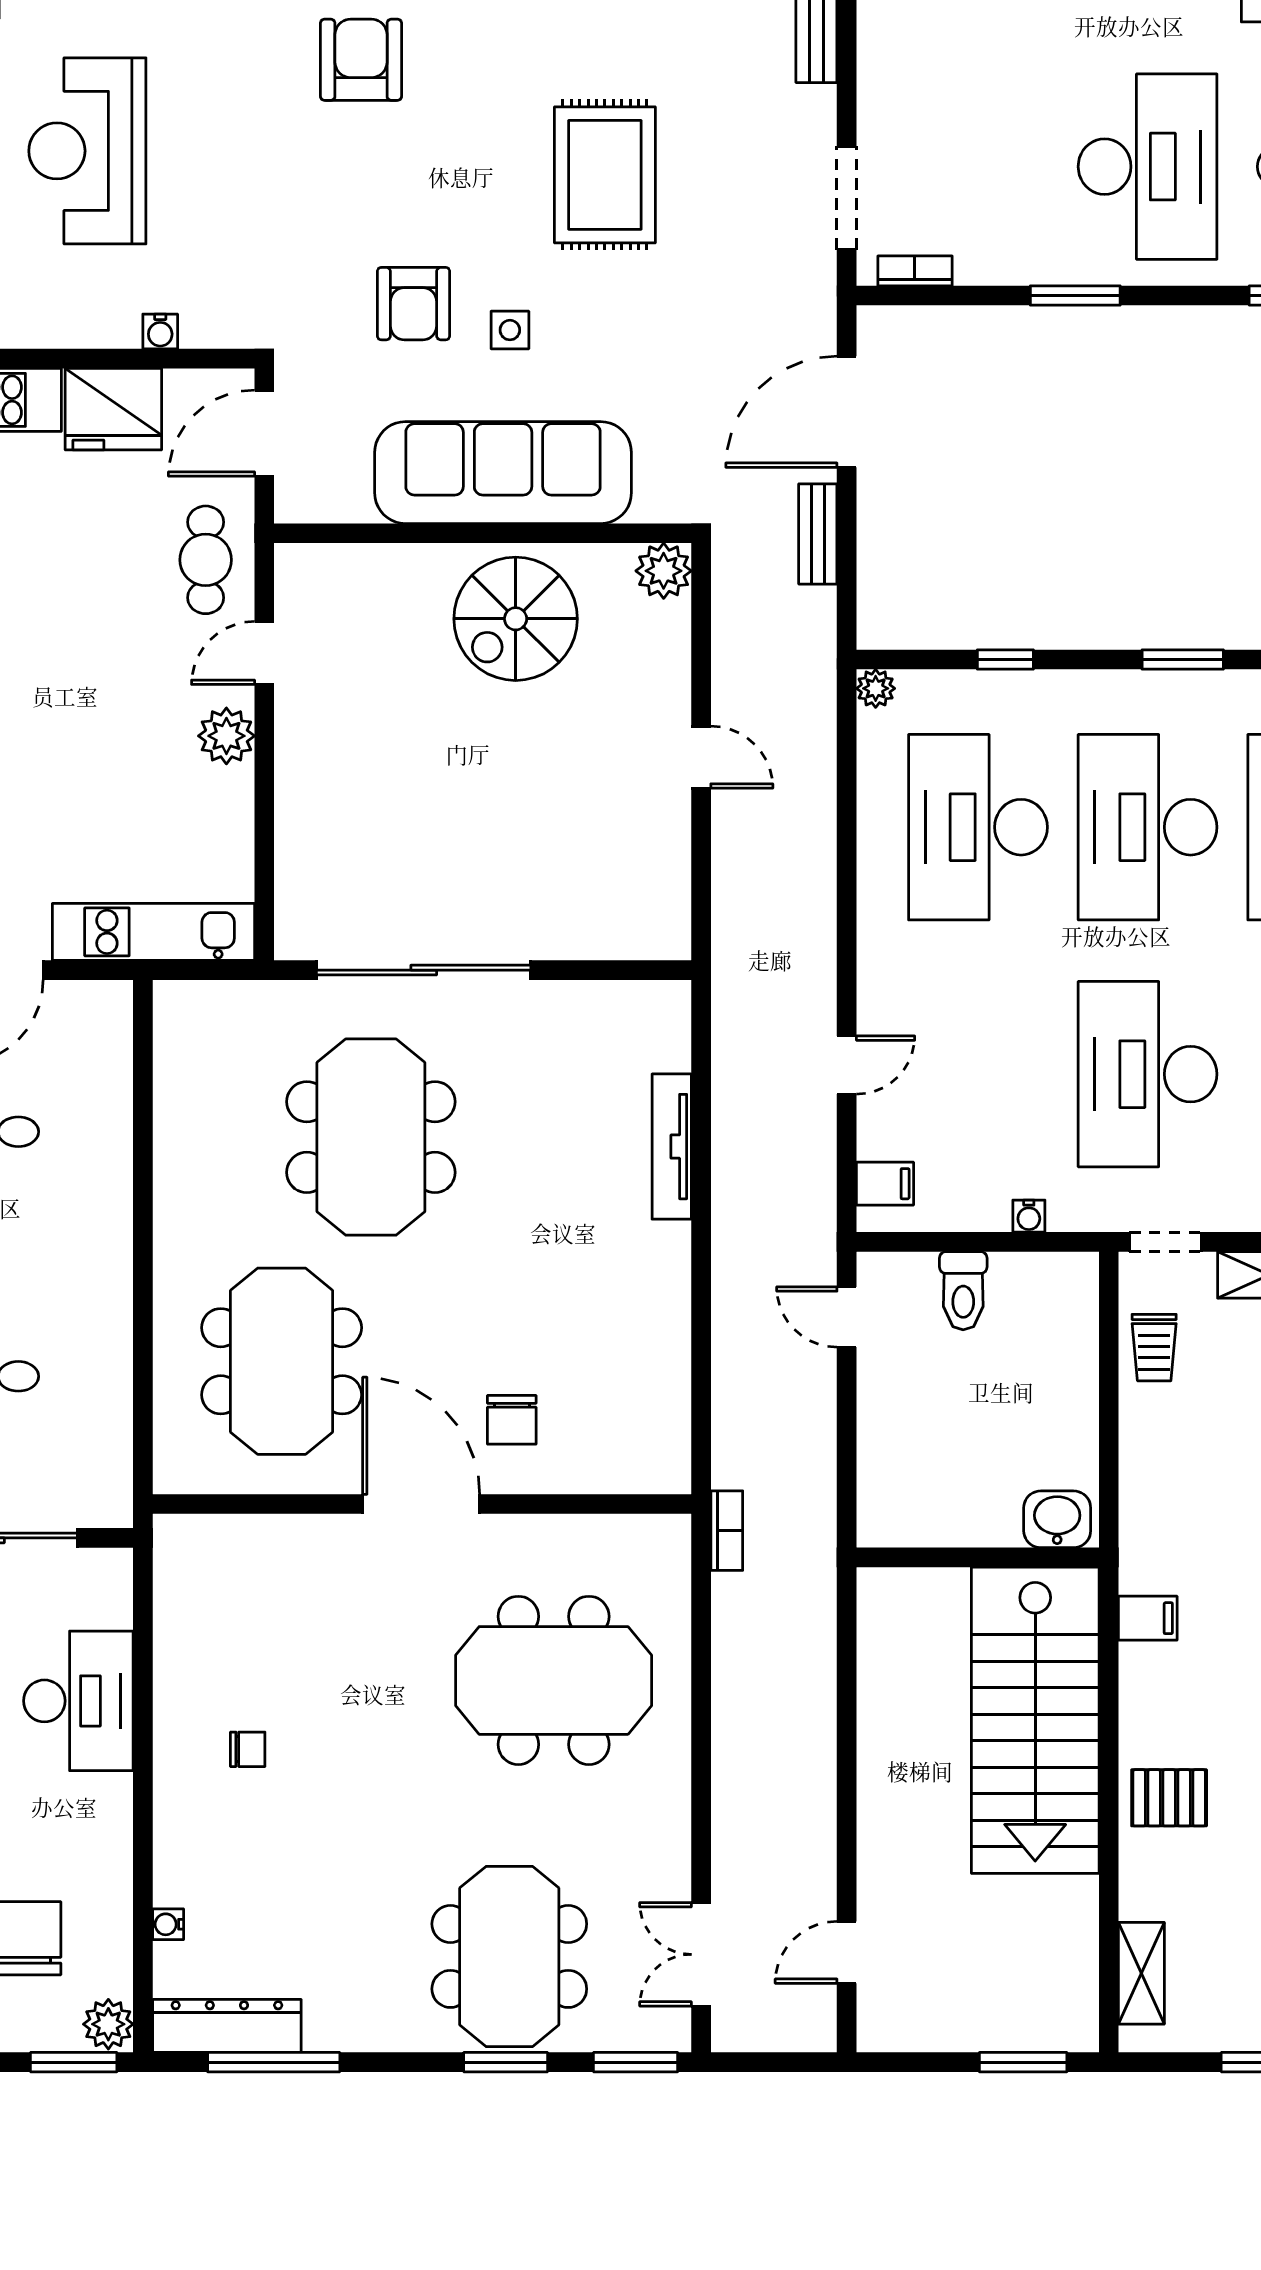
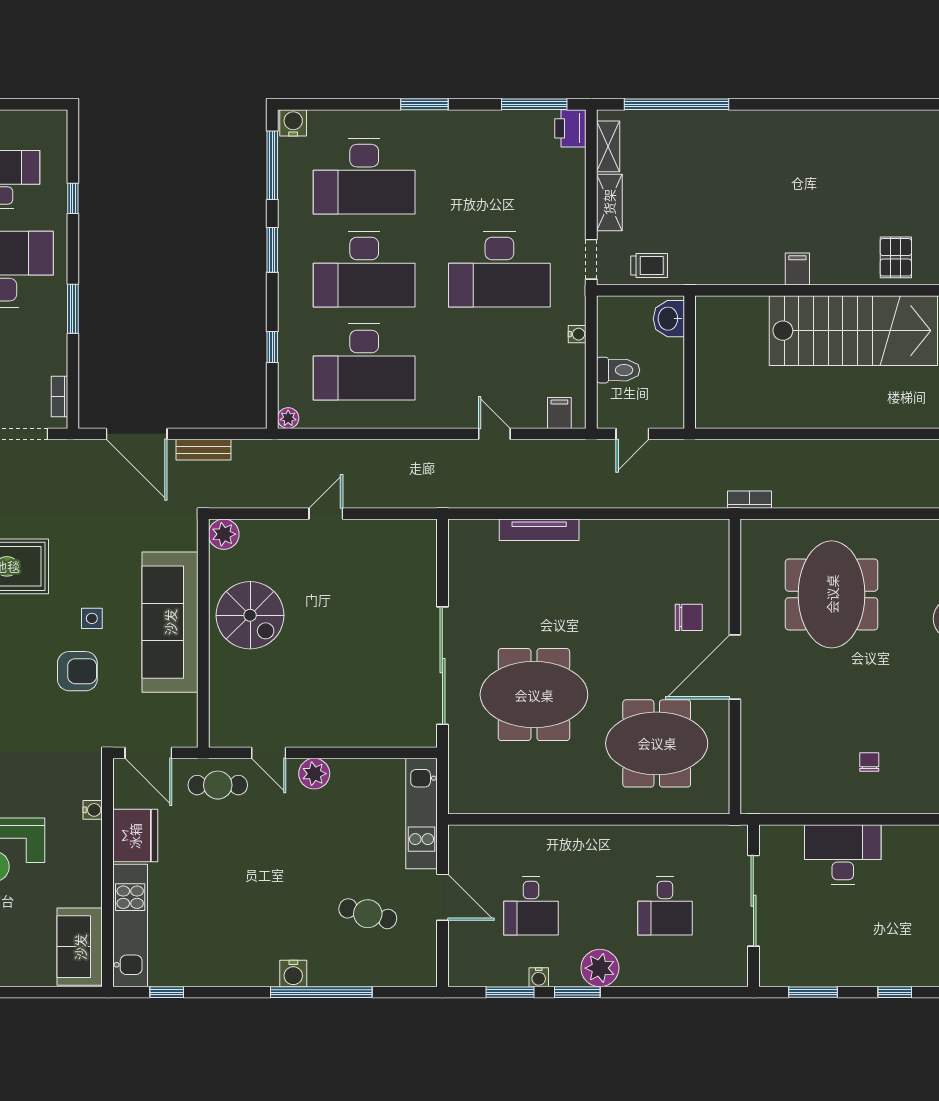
washbasin: (1057, 1519) -> (669, 319), moved
wall: (978, 1557) -> (690, 362), moved

